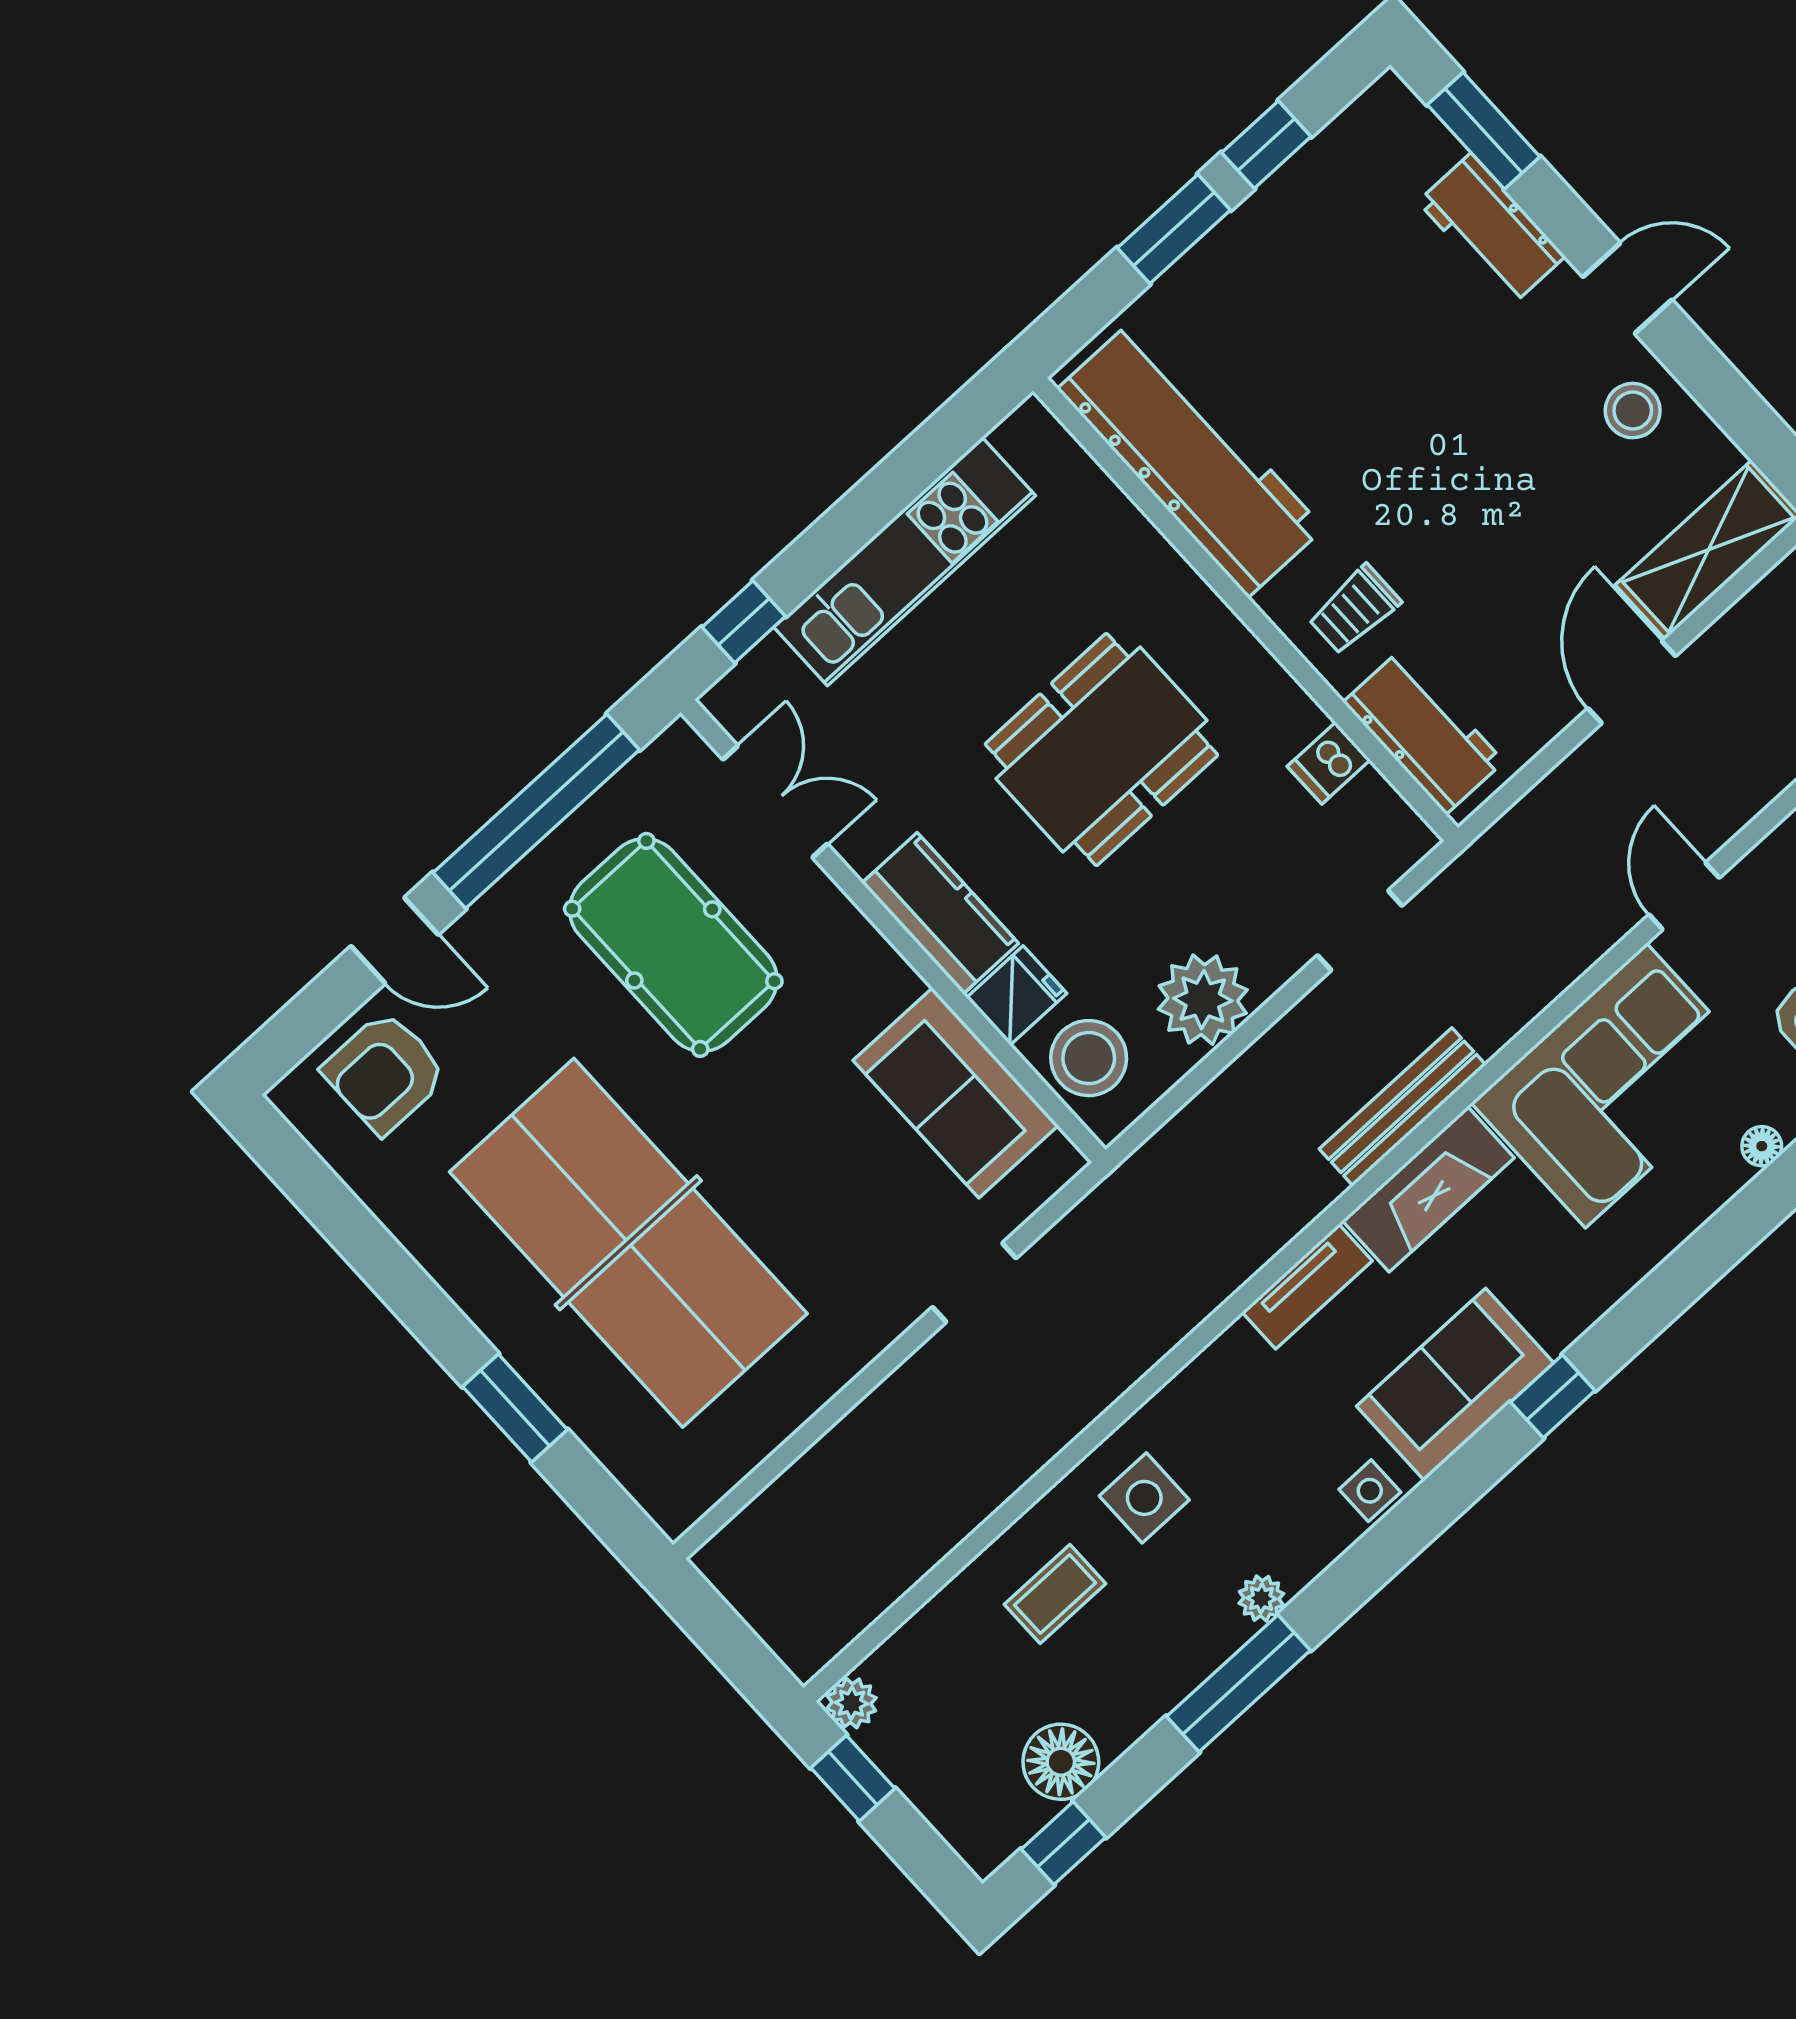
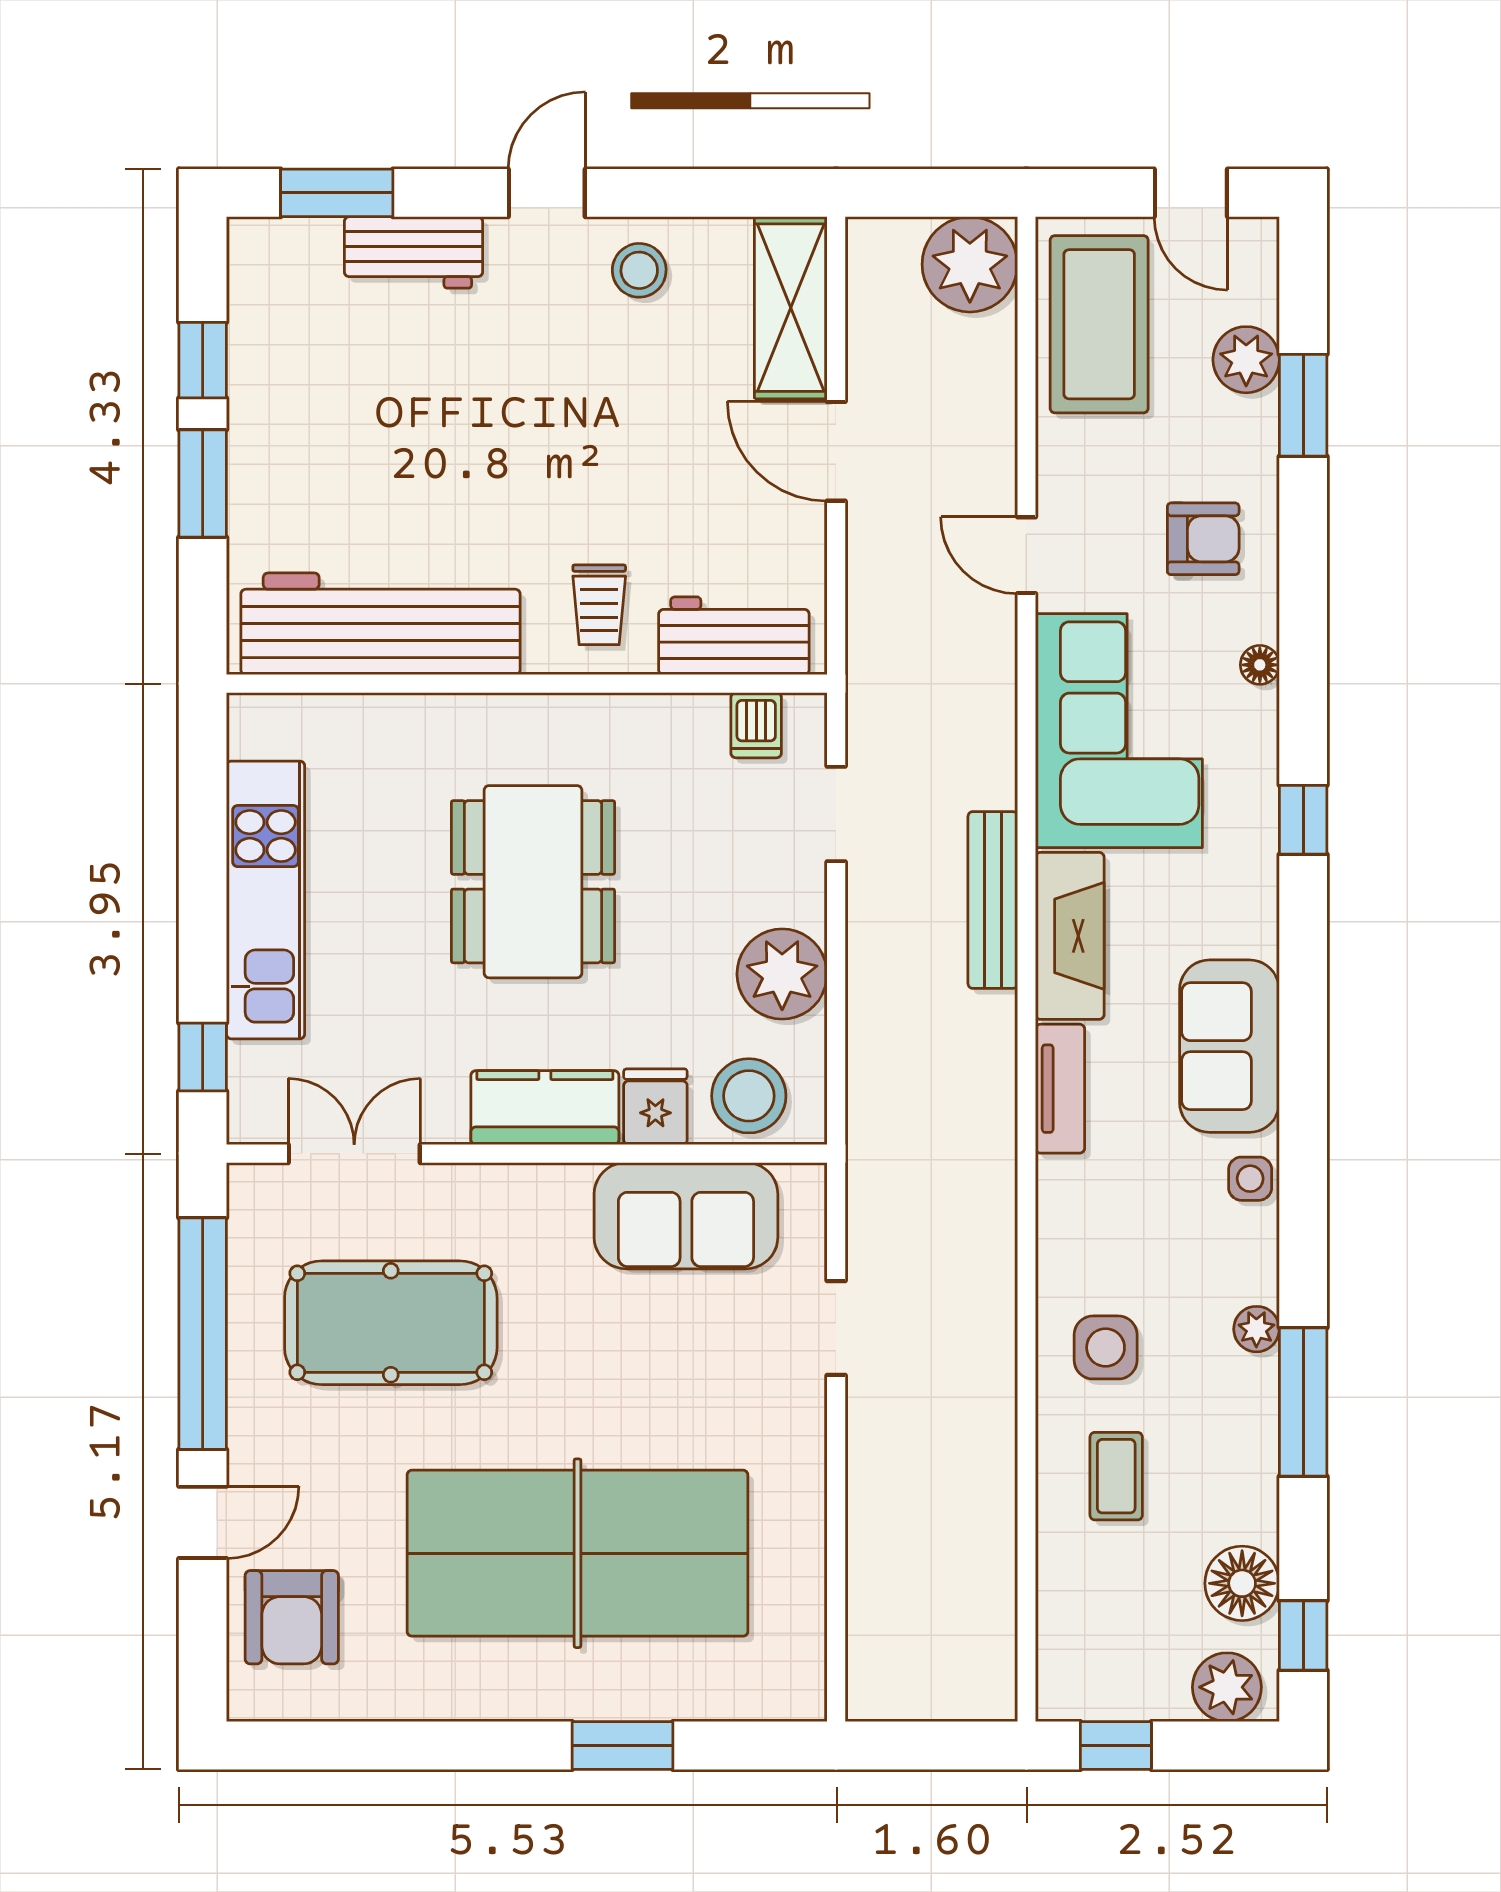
dishwasher: (1329, 763) -> (756, 725), moved
window: (1553, 1396) -> (1303, 820), moved
plant: (851, 1703) -> (1227, 1687), moved, width x1.38, depth x1.38

